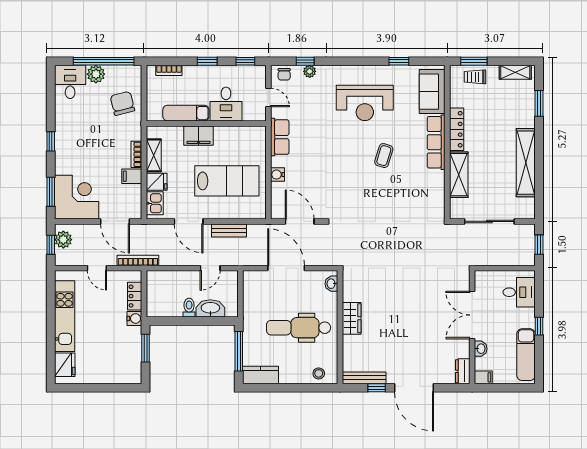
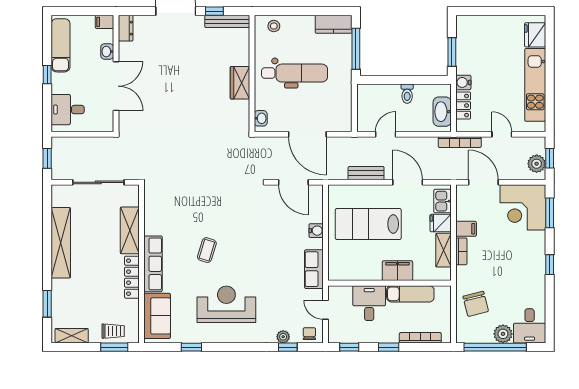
bookcase: (169, 70) -> (420, 338), width x1.56
washbasin: (210, 308) -> (442, 112), moved, turned 90

